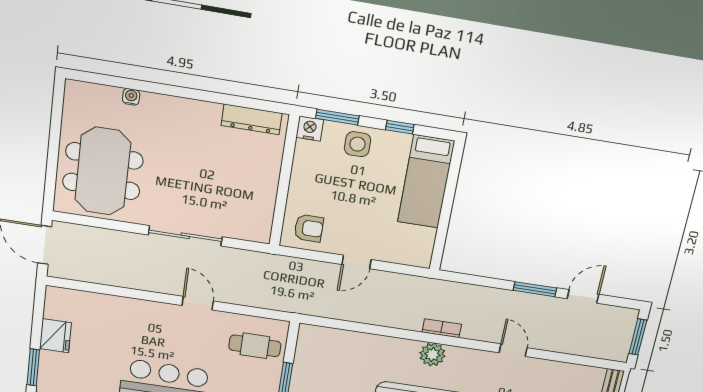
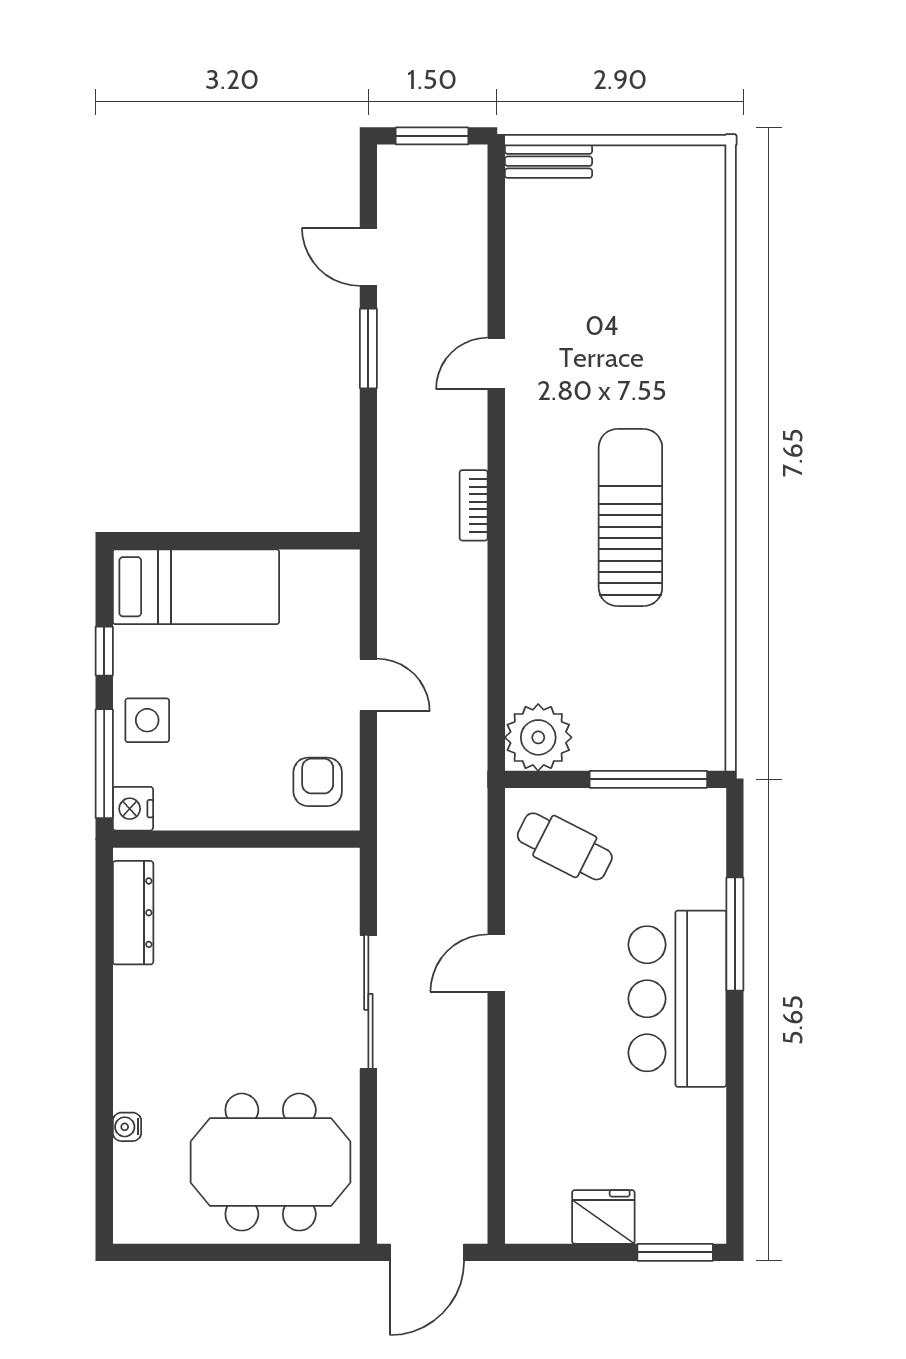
window: (337, 117) -> (104, 764), width x1.44
cafe table: (255, 346) -> (565, 846), turned -63
plant: (432, 354) -> (538, 737), moved, width x1.36, depth x1.36

